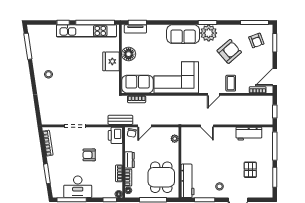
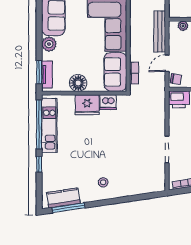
kitchen unit: (86, 31) -> (49, 125), width x0.73
plant: (160, 31) -> (49, 44), added
kitchen counter: (36, 42) -> (63, 198), added
dishwasher: (113, 78) -> (108, 102), added
bench: (120, 120) -> (160, 32), moved, width x1.36
door: (145, 126) -> (167, 63), swing flipped

